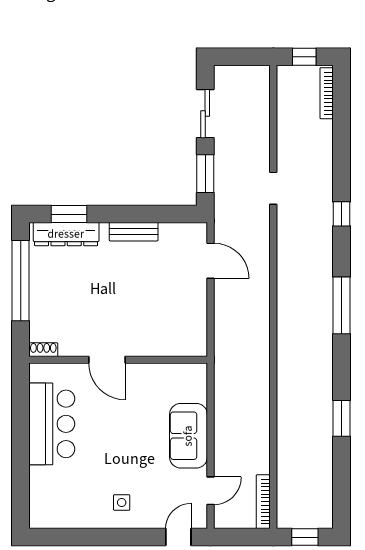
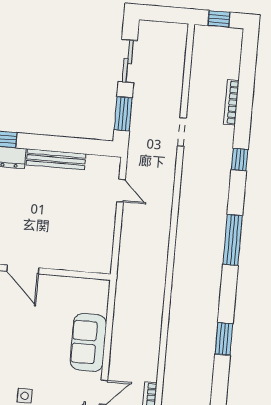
bookcase: (327, 93) -> (231, 102), moved
bench: (134, 232) -> (56, 159), width x1.36
door: (210, 261) -> (121, 191), width x0.73

